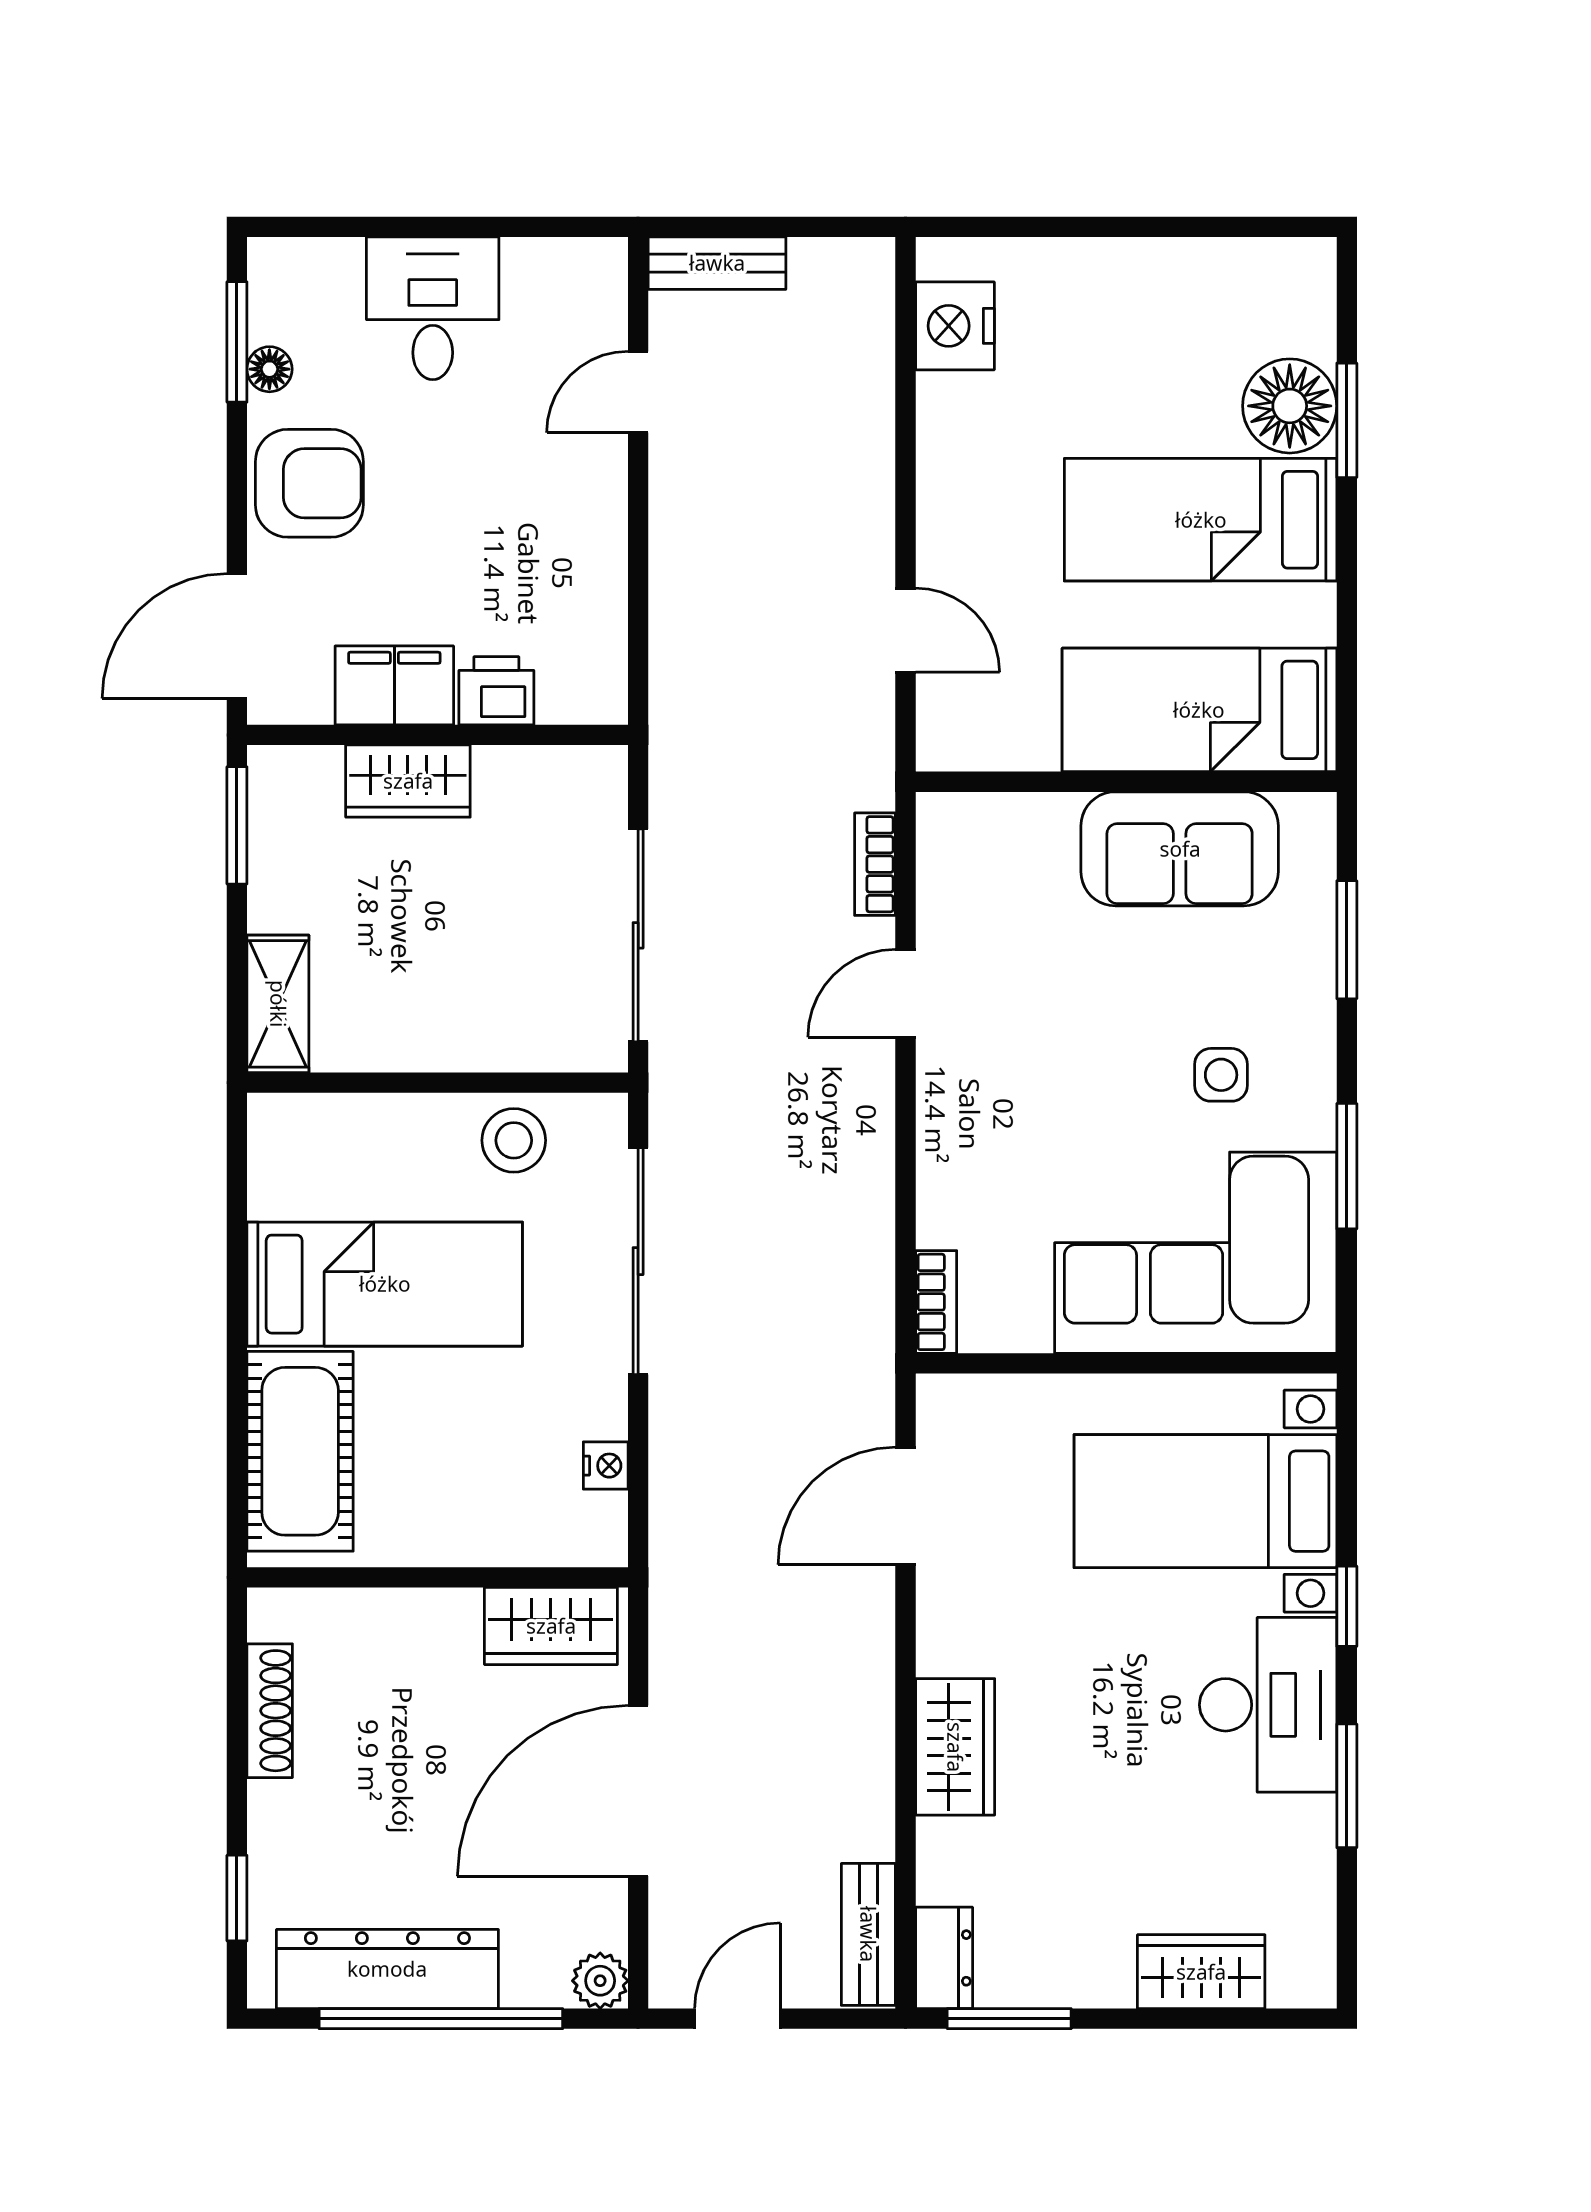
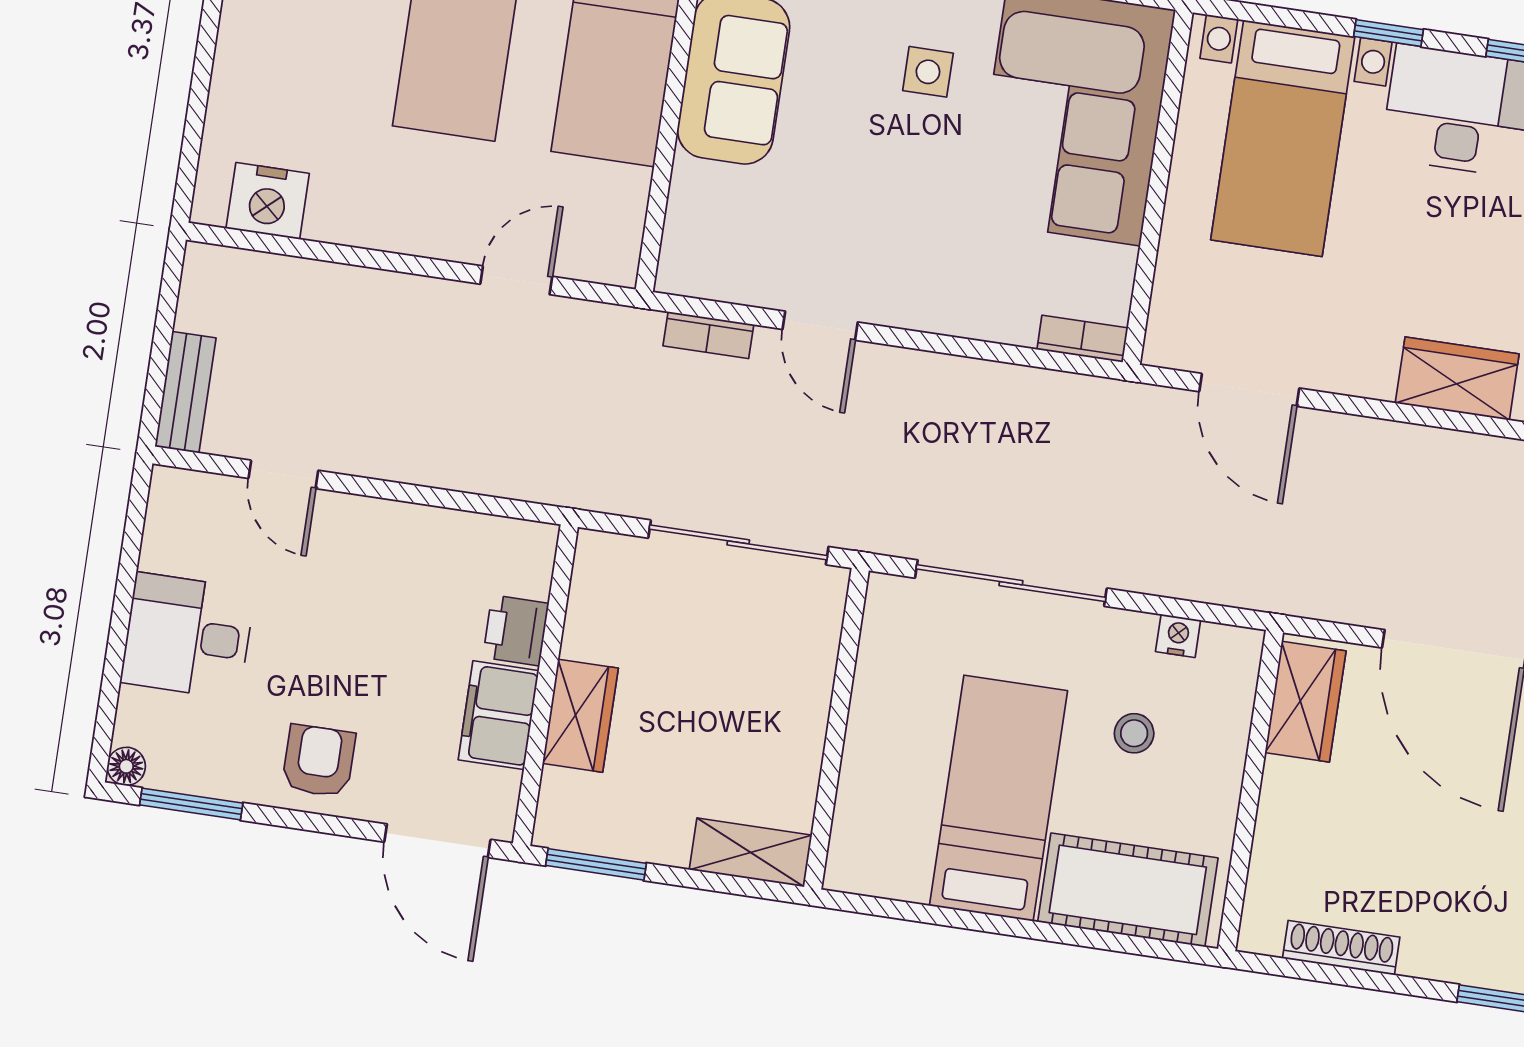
floor lamp: (269, 369) -> (126, 766), moved
armchair: (309, 483) -> (319, 761), width x0.72, depth x0.72
stool: (514, 1140) -> (1134, 733), moved, width x0.73, depth x0.73

